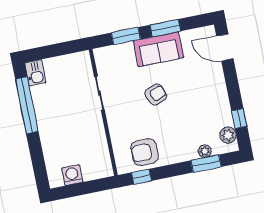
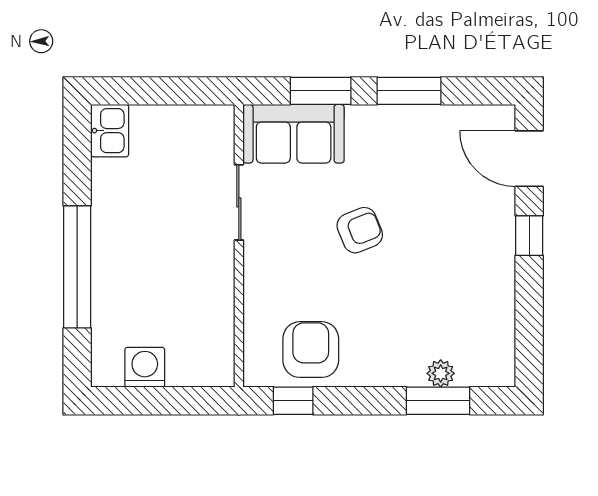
sofa: (158, 49) -> (294, 134), moved
window: (27, 105) -> (77, 267), moved
window: (239, 118) -> (529, 236), moved
plant: (228, 135) -> (498, 349), removed
armchair: (145, 152) -> (311, 350), turned 90

